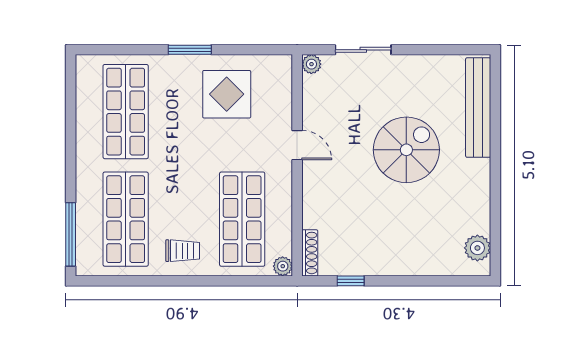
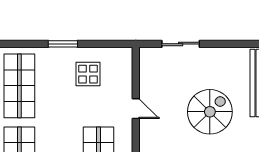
plant: (311, 64) -> (145, 54), removed
display table: (227, 94) -> (88, 74), width x0.73, depth x0.73

